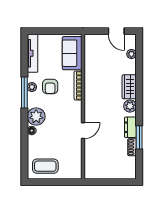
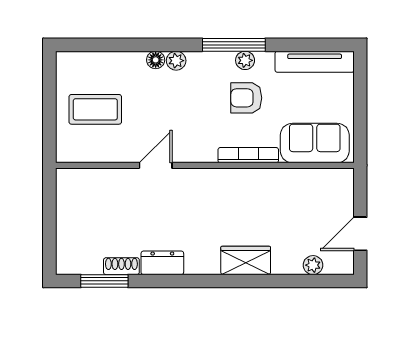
plant: (130, 106) -> (206, 262), removed
plant: (36, 116) -> (176, 61), width x0.53, depth x0.53
door: (83, 131) -> (156, 165), swing flipped
window: (139, 137) -> (104, 281), moved
coffee table: (45, 166) -> (95, 109), moved, turned 90

